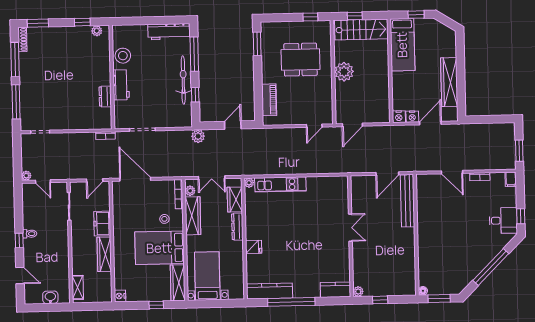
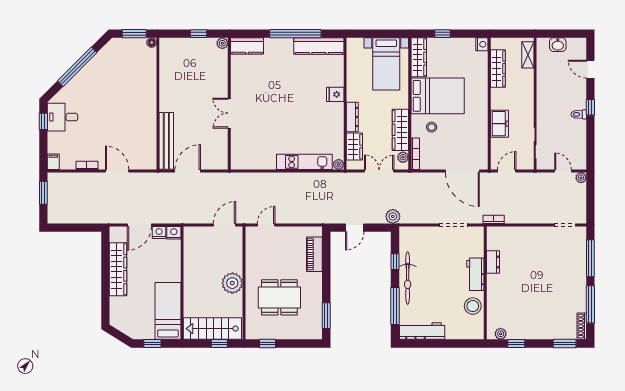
wardrobe: (104, 254) -> (498, 69), moved

